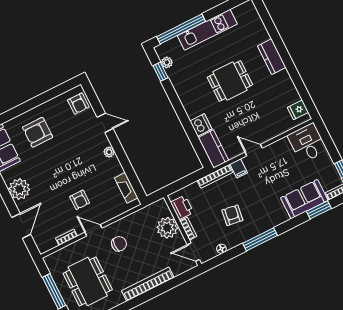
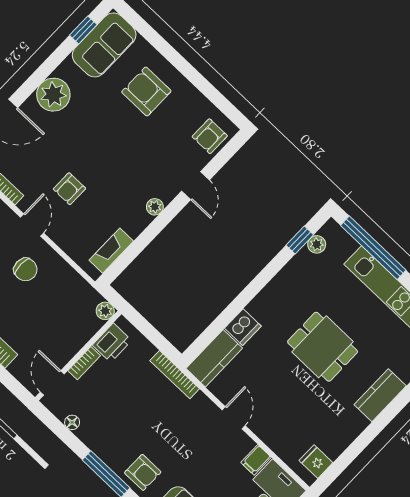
filing cabinet: (239, 168) -> (256, 460), moved
armchair: (232, 215) -> (143, 472), moved, turned 82
plant: (167, 228) -> (105, 311), moved, width x0.53, depth x0.53

